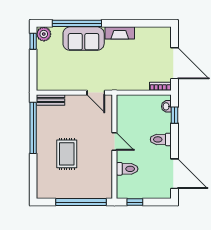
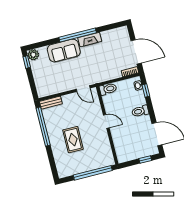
window: (77, 23) -> (78, 35), moved
toilet: (127, 169) -> (108, 89), moved
window: (135, 202) -> (145, 160), moved

